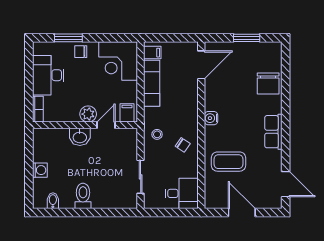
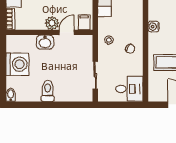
washing machine: (40, 170) -> (17, 64), width x1.89, depth x1.89
bidet: (53, 201) -> (11, 95), moved

